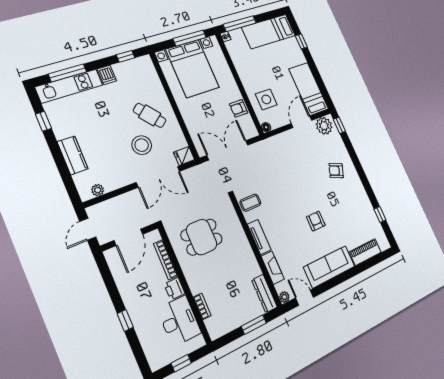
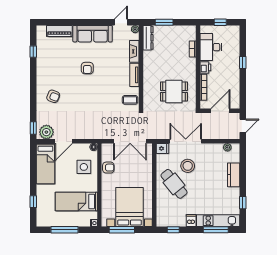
window: (240, 24) -> (64, 230), moved
bed: (269, 31) -> (76, 201), moved, turned 180
cafe table: (150, 115) -> (174, 184), width x1.37, depth x1.35
door: (305, 298) -> (121, 22), swing flipped

